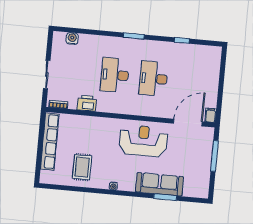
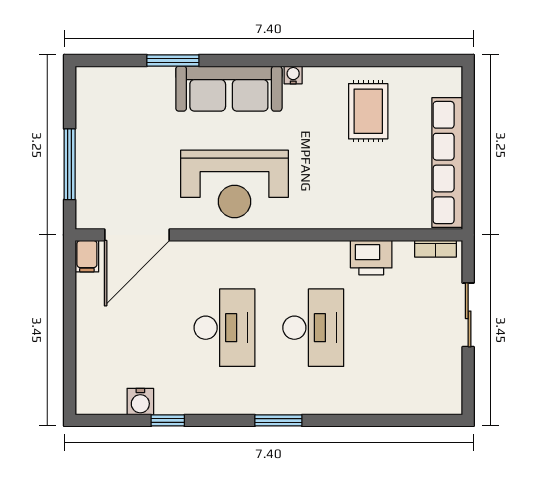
water cooler: (72, 39) -> (140, 402), moved
sofa: (159, 184) -> (229, 89), moved

